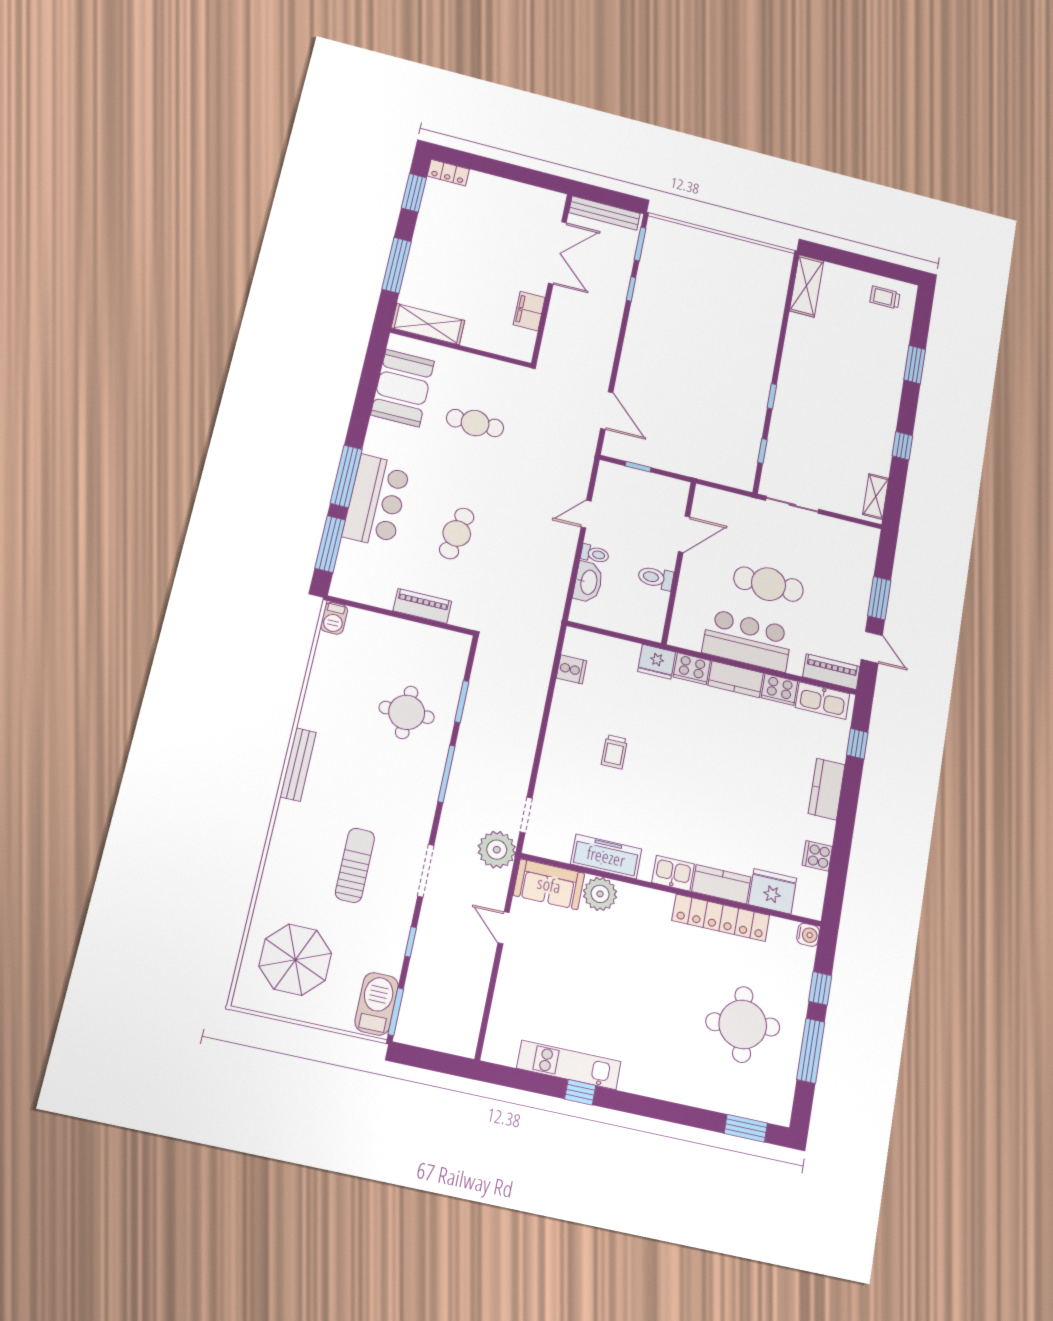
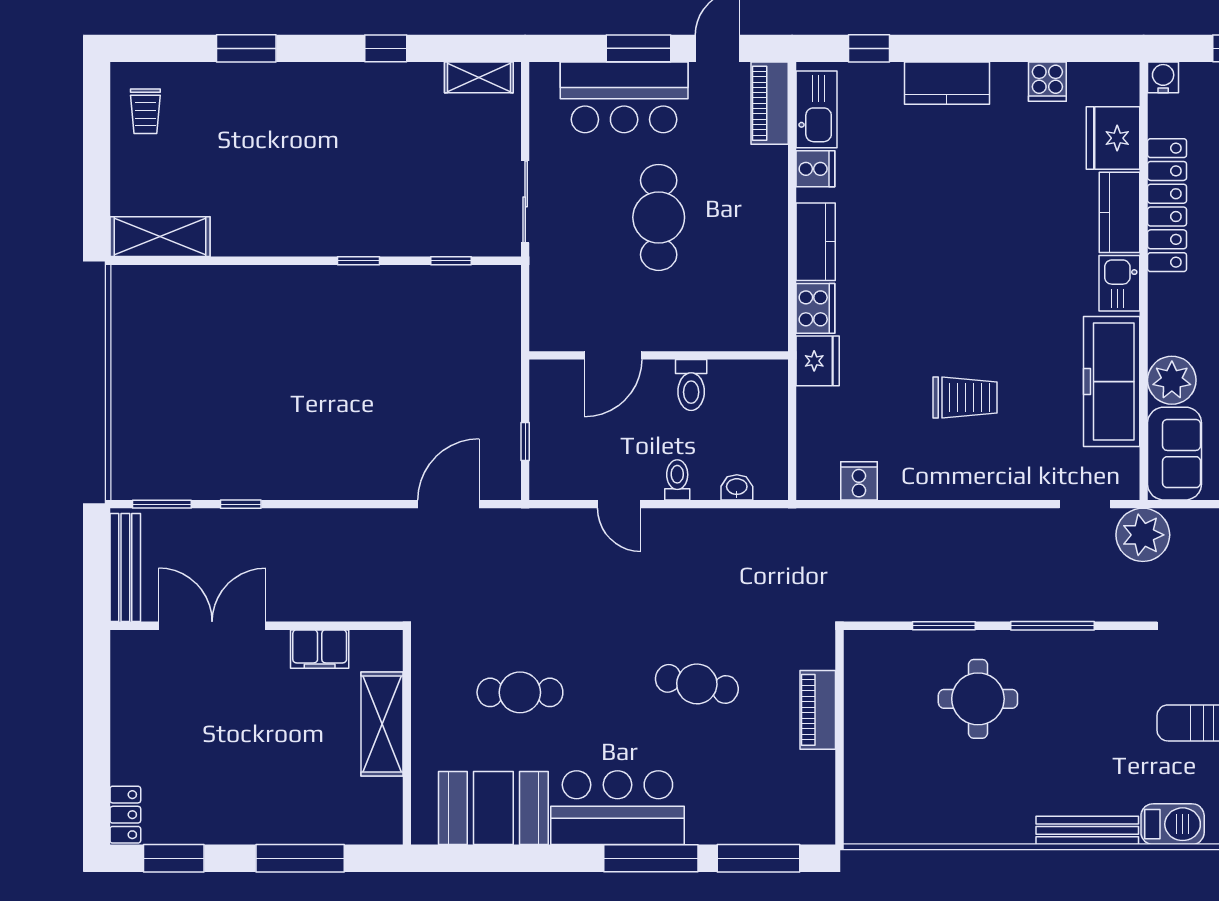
shelving: (428, 324) -> (382, 724), moved
cafe table: (475, 423) -> (520, 692), turned 90
bar counter: (376, 501) -> (617, 808), moved
door: (684, 534) -> (613, 355), swing flipped
washbasin: (588, 582) -> (737, 487), width x0.52, depth x0.69
barbecue: (334, 618) -> (1173, 824), moved, width x1.38, depth x1.27
bar counter: (747, 640) -> (624, 97), moved, turned -90
cooker: (779, 689) -> (815, 169), width x0.73
trolley: (614, 752) -> (965, 397), width x1.36, depth x1.39
freezer: (606, 856) -> (1112, 382), width x1.36, depth x1.26

